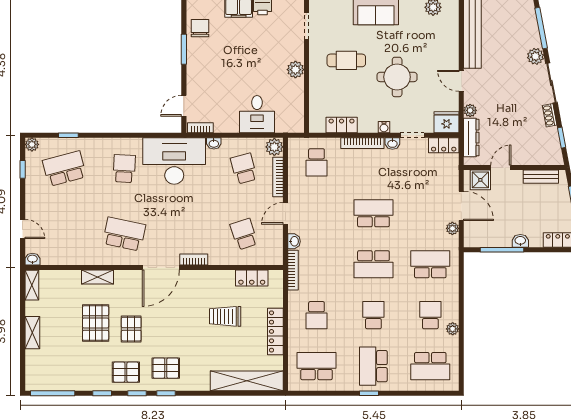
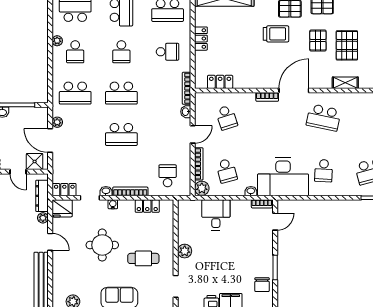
door: (501, 167) -> (18, 172), hinge flipped
school desk: (373, 264) -> (121, 93), turned 180
school desk: (316, 315) -> (168, 52), turned 90
trolley: (225, 316) -> (276, 34), moved
locker: (275, 331) -> (201, 39), width x0.66

